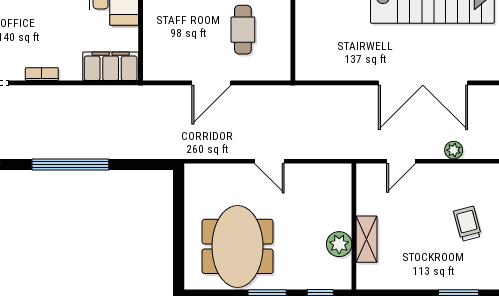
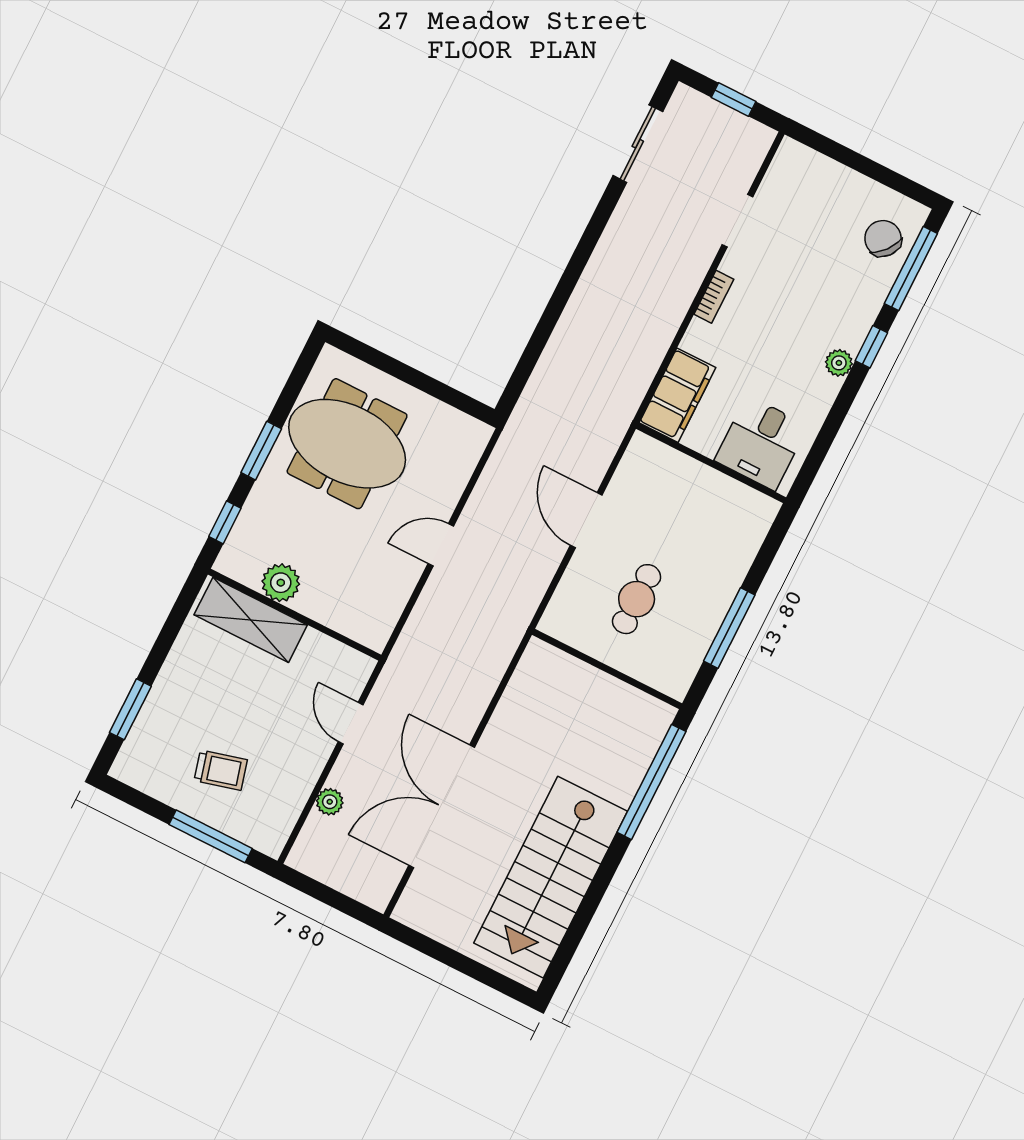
cafe table: (243, 30) -> (637, 599), turned 90
window: (70, 164) -> (572, 274), removed
shelving: (367, 239) -> (251, 620), width x1.50, depth x1.33

